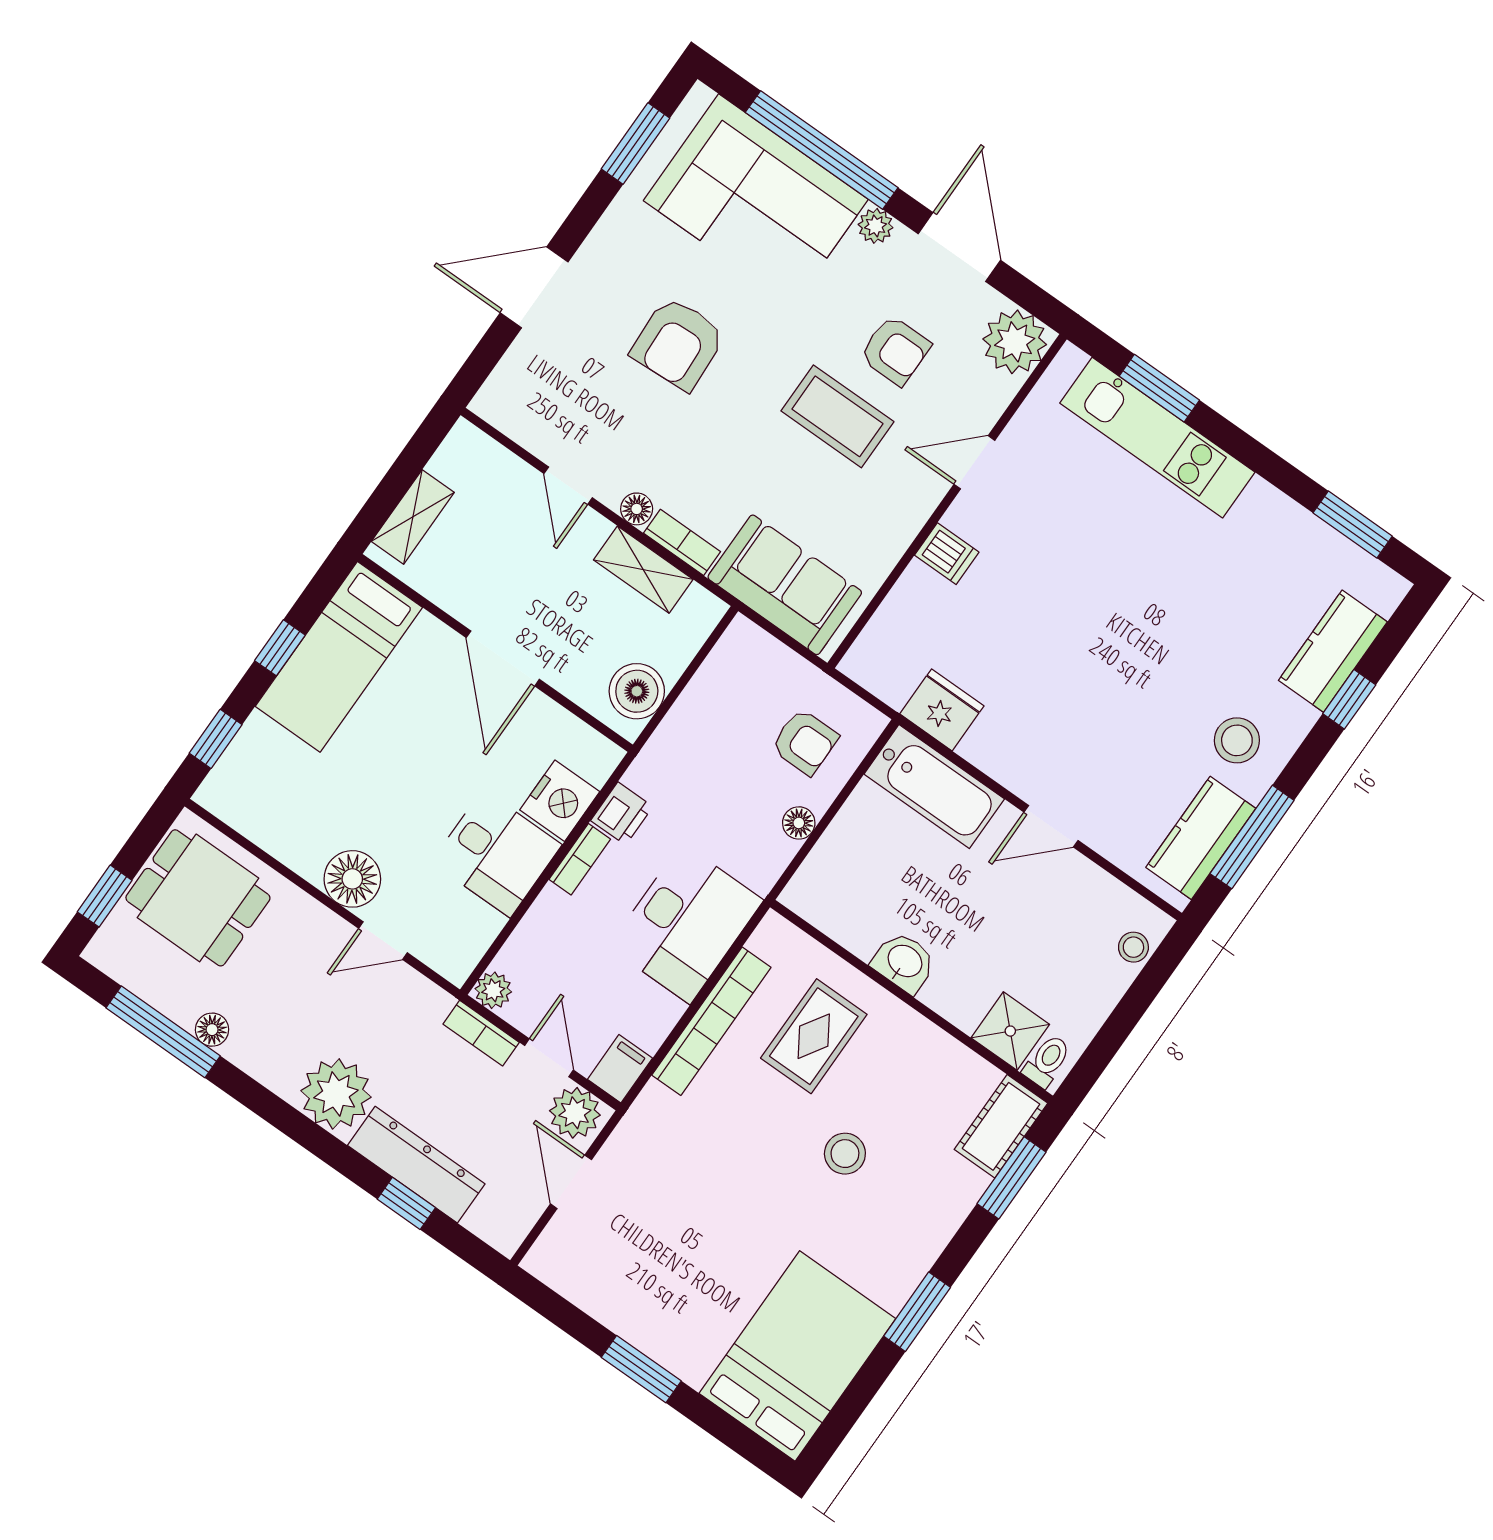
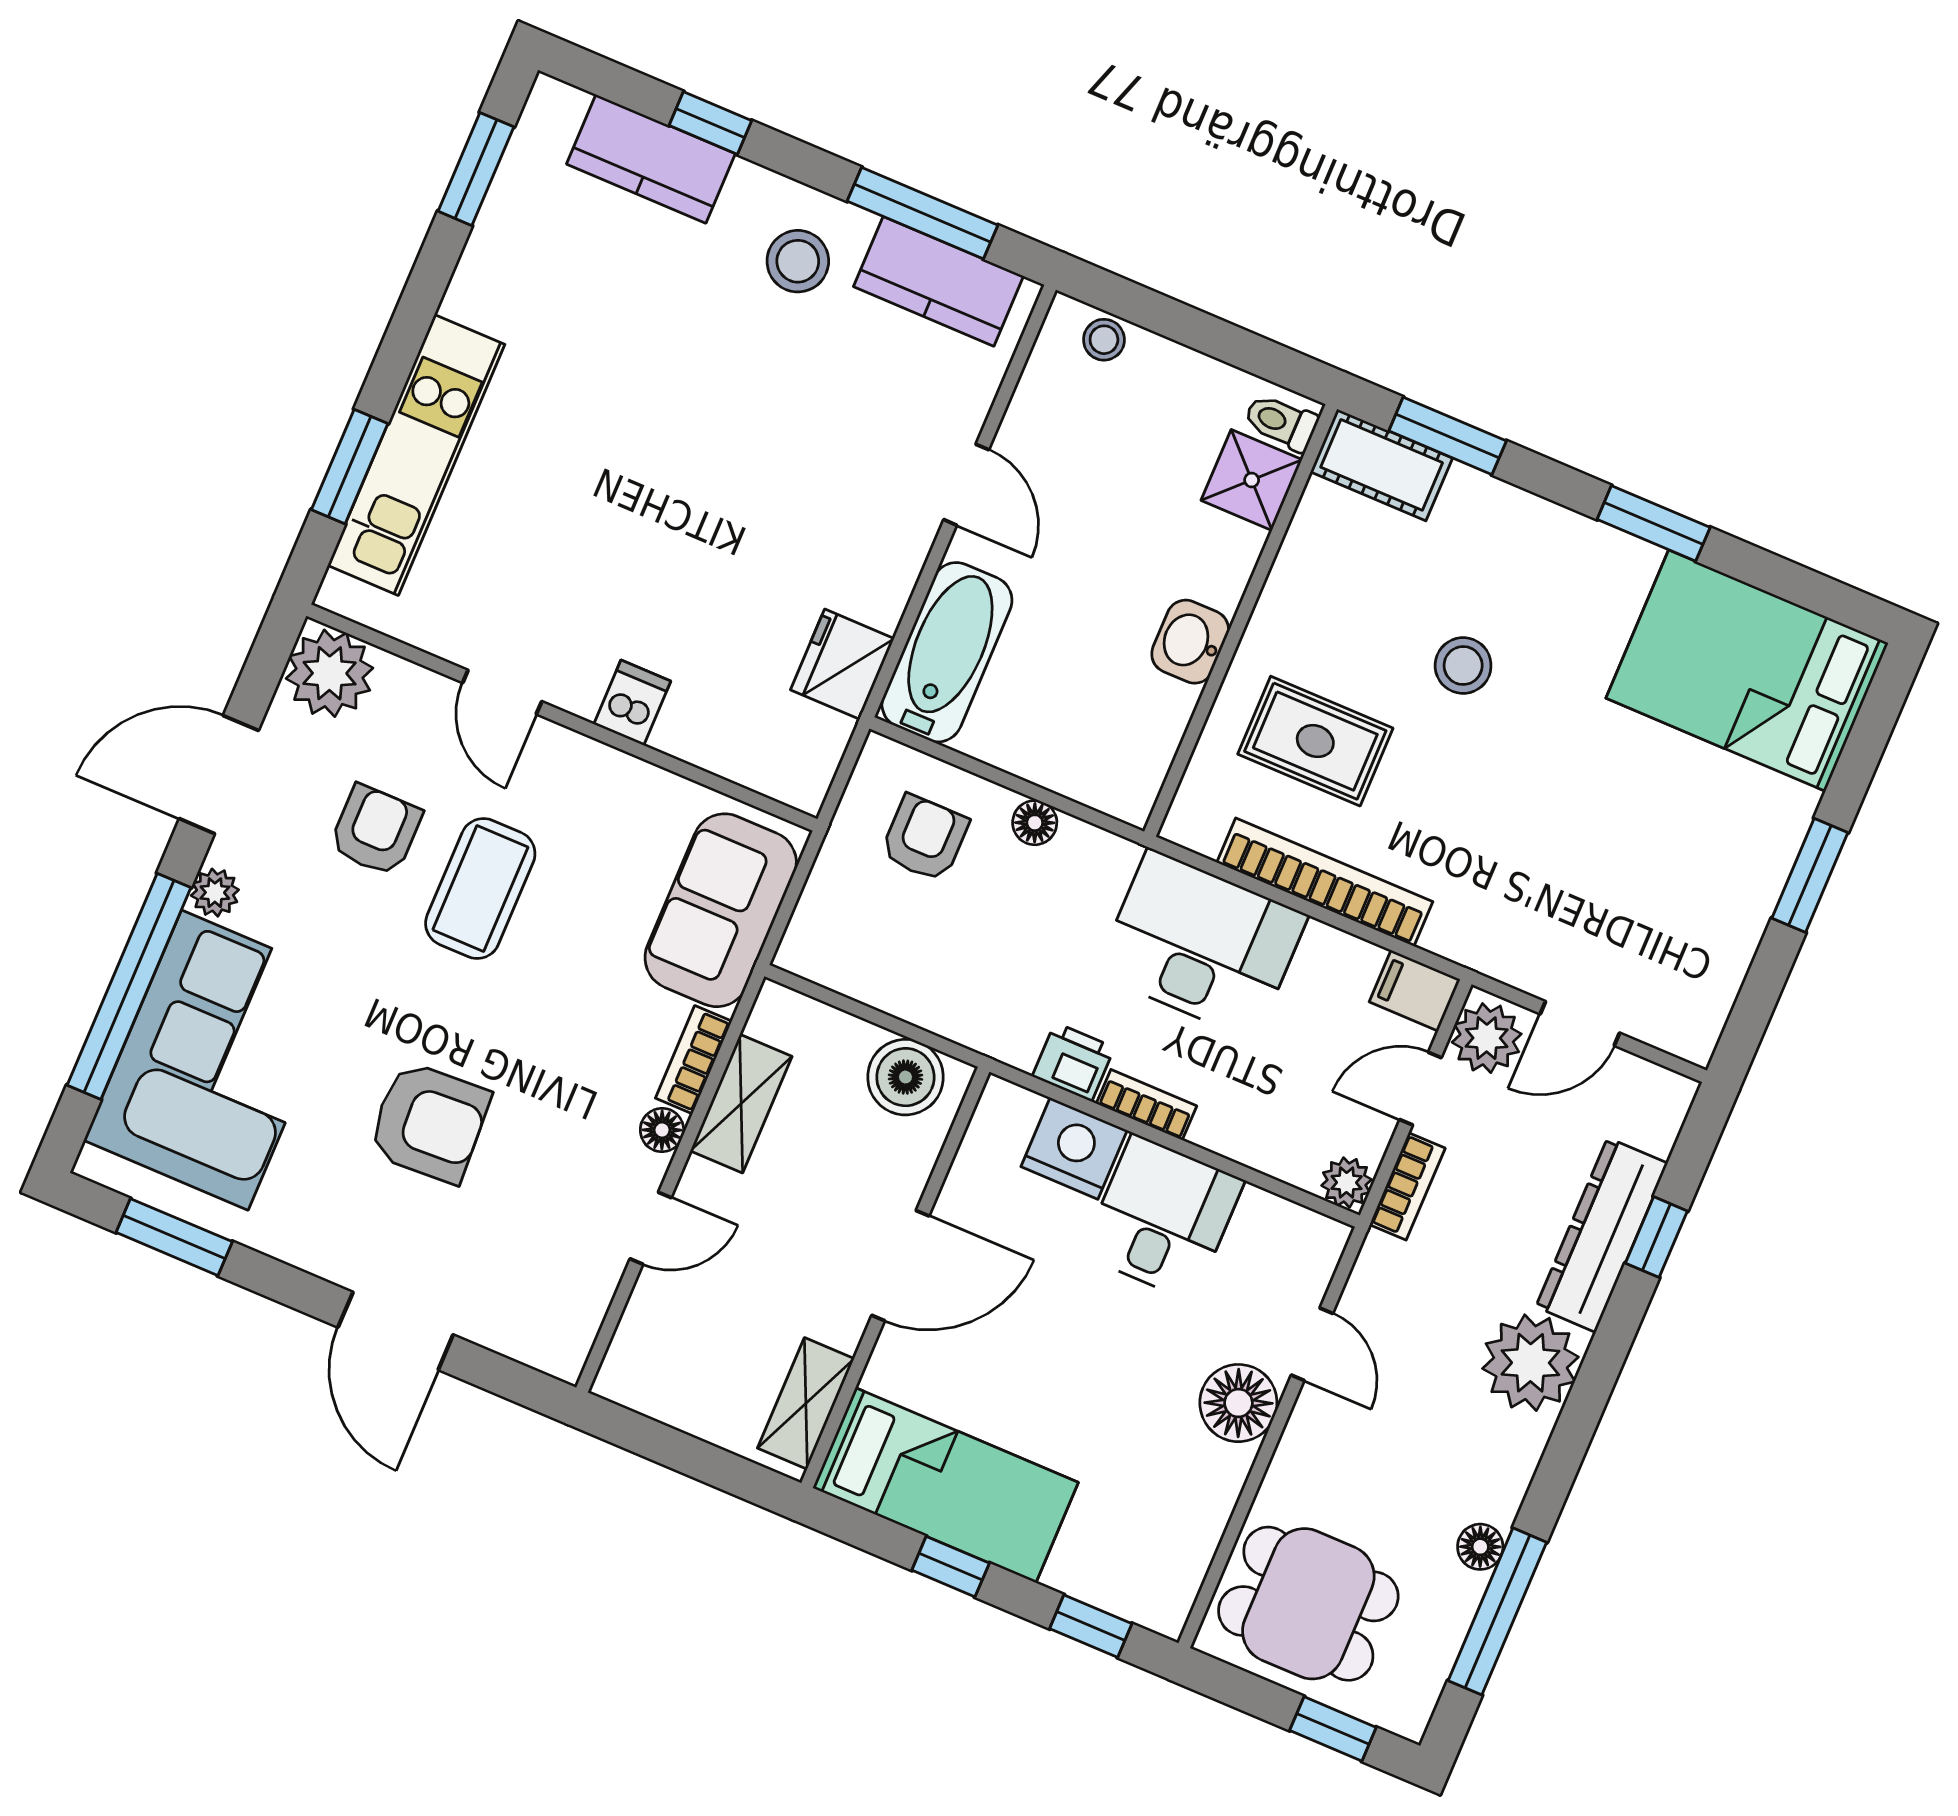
shelving: (413, 517) -> (806, 1403), moved, turned 90
dining table: (198, 898) -> (1308, 1604), turned 90

